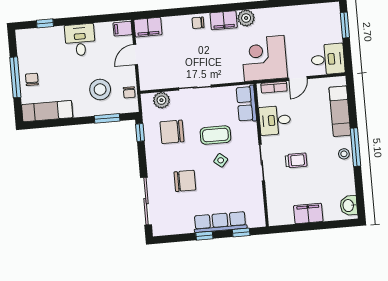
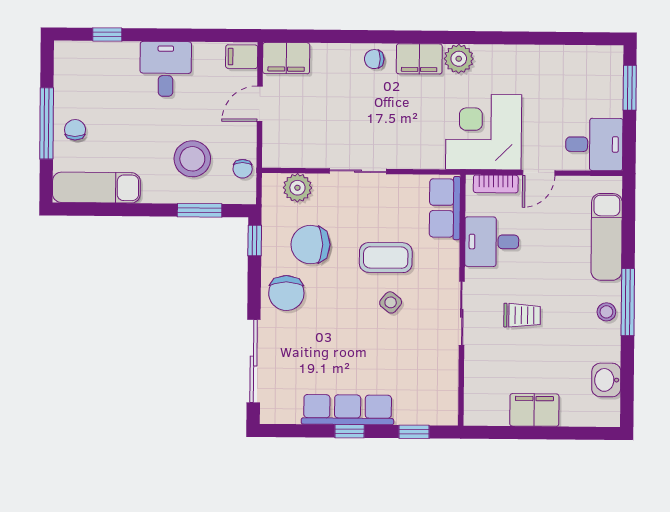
chair: (185, 181) -> (286, 293), moved, turned 90
washbasin: (349, 206) -> (606, 380), moved
row of seats: (220, 222) -> (348, 410), moved

